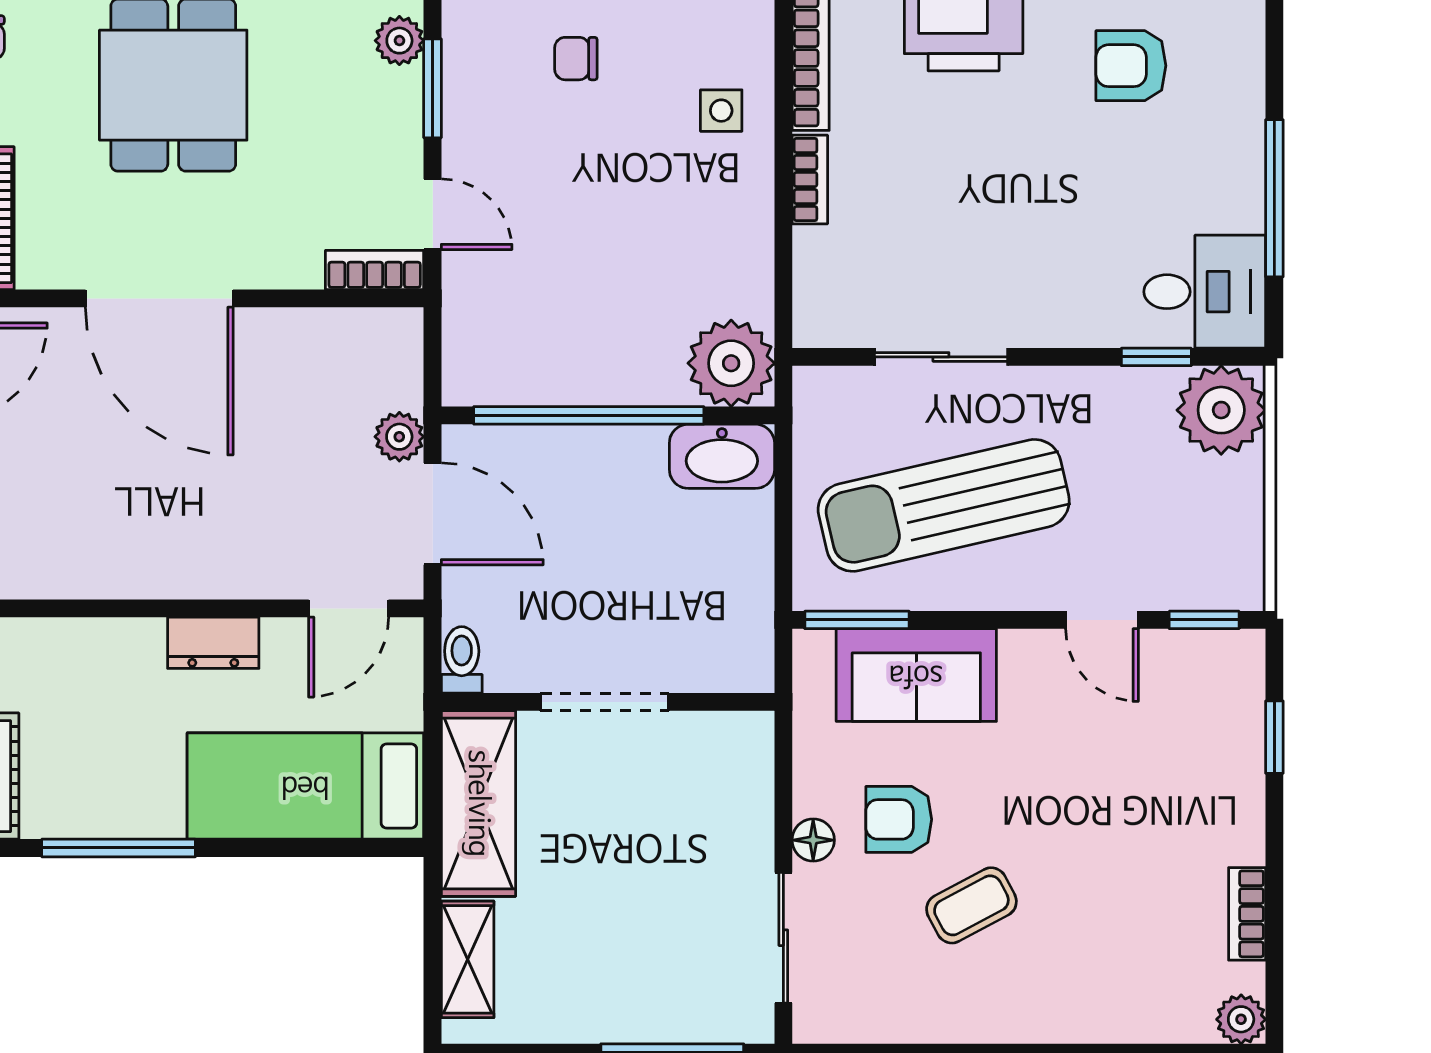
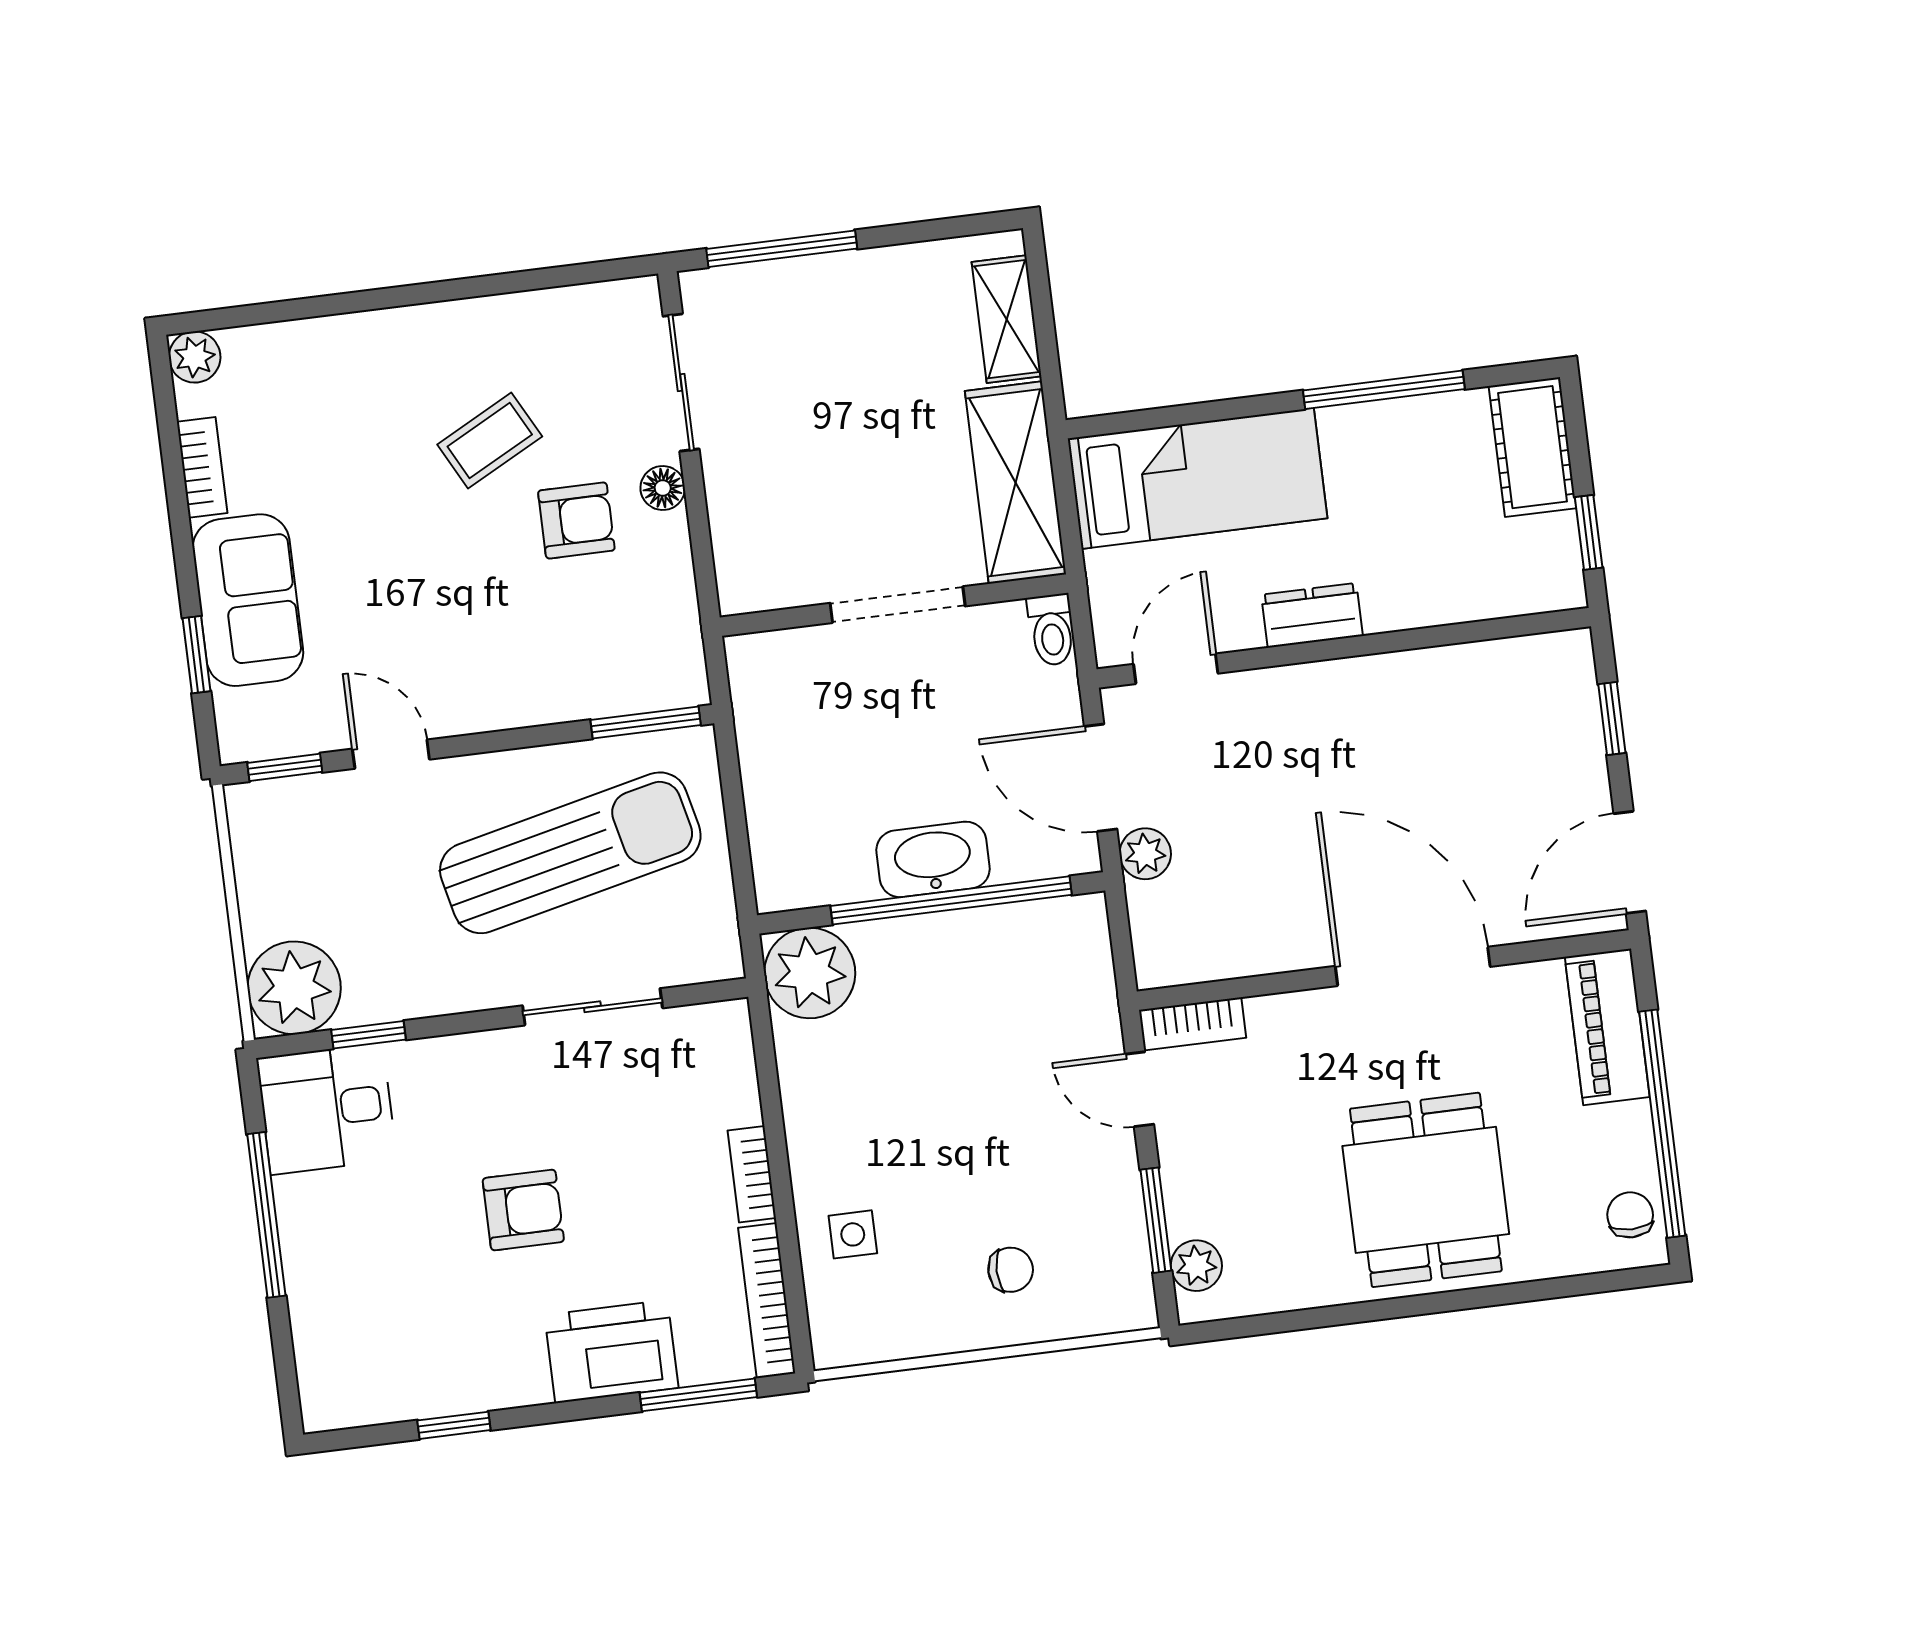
armchair: (1131, 66) -> (523, 1210), moved
washbasin: (722, 456) -> (933, 859), moved
sofa: (916, 675) -> (248, 600), moved, turned 90

